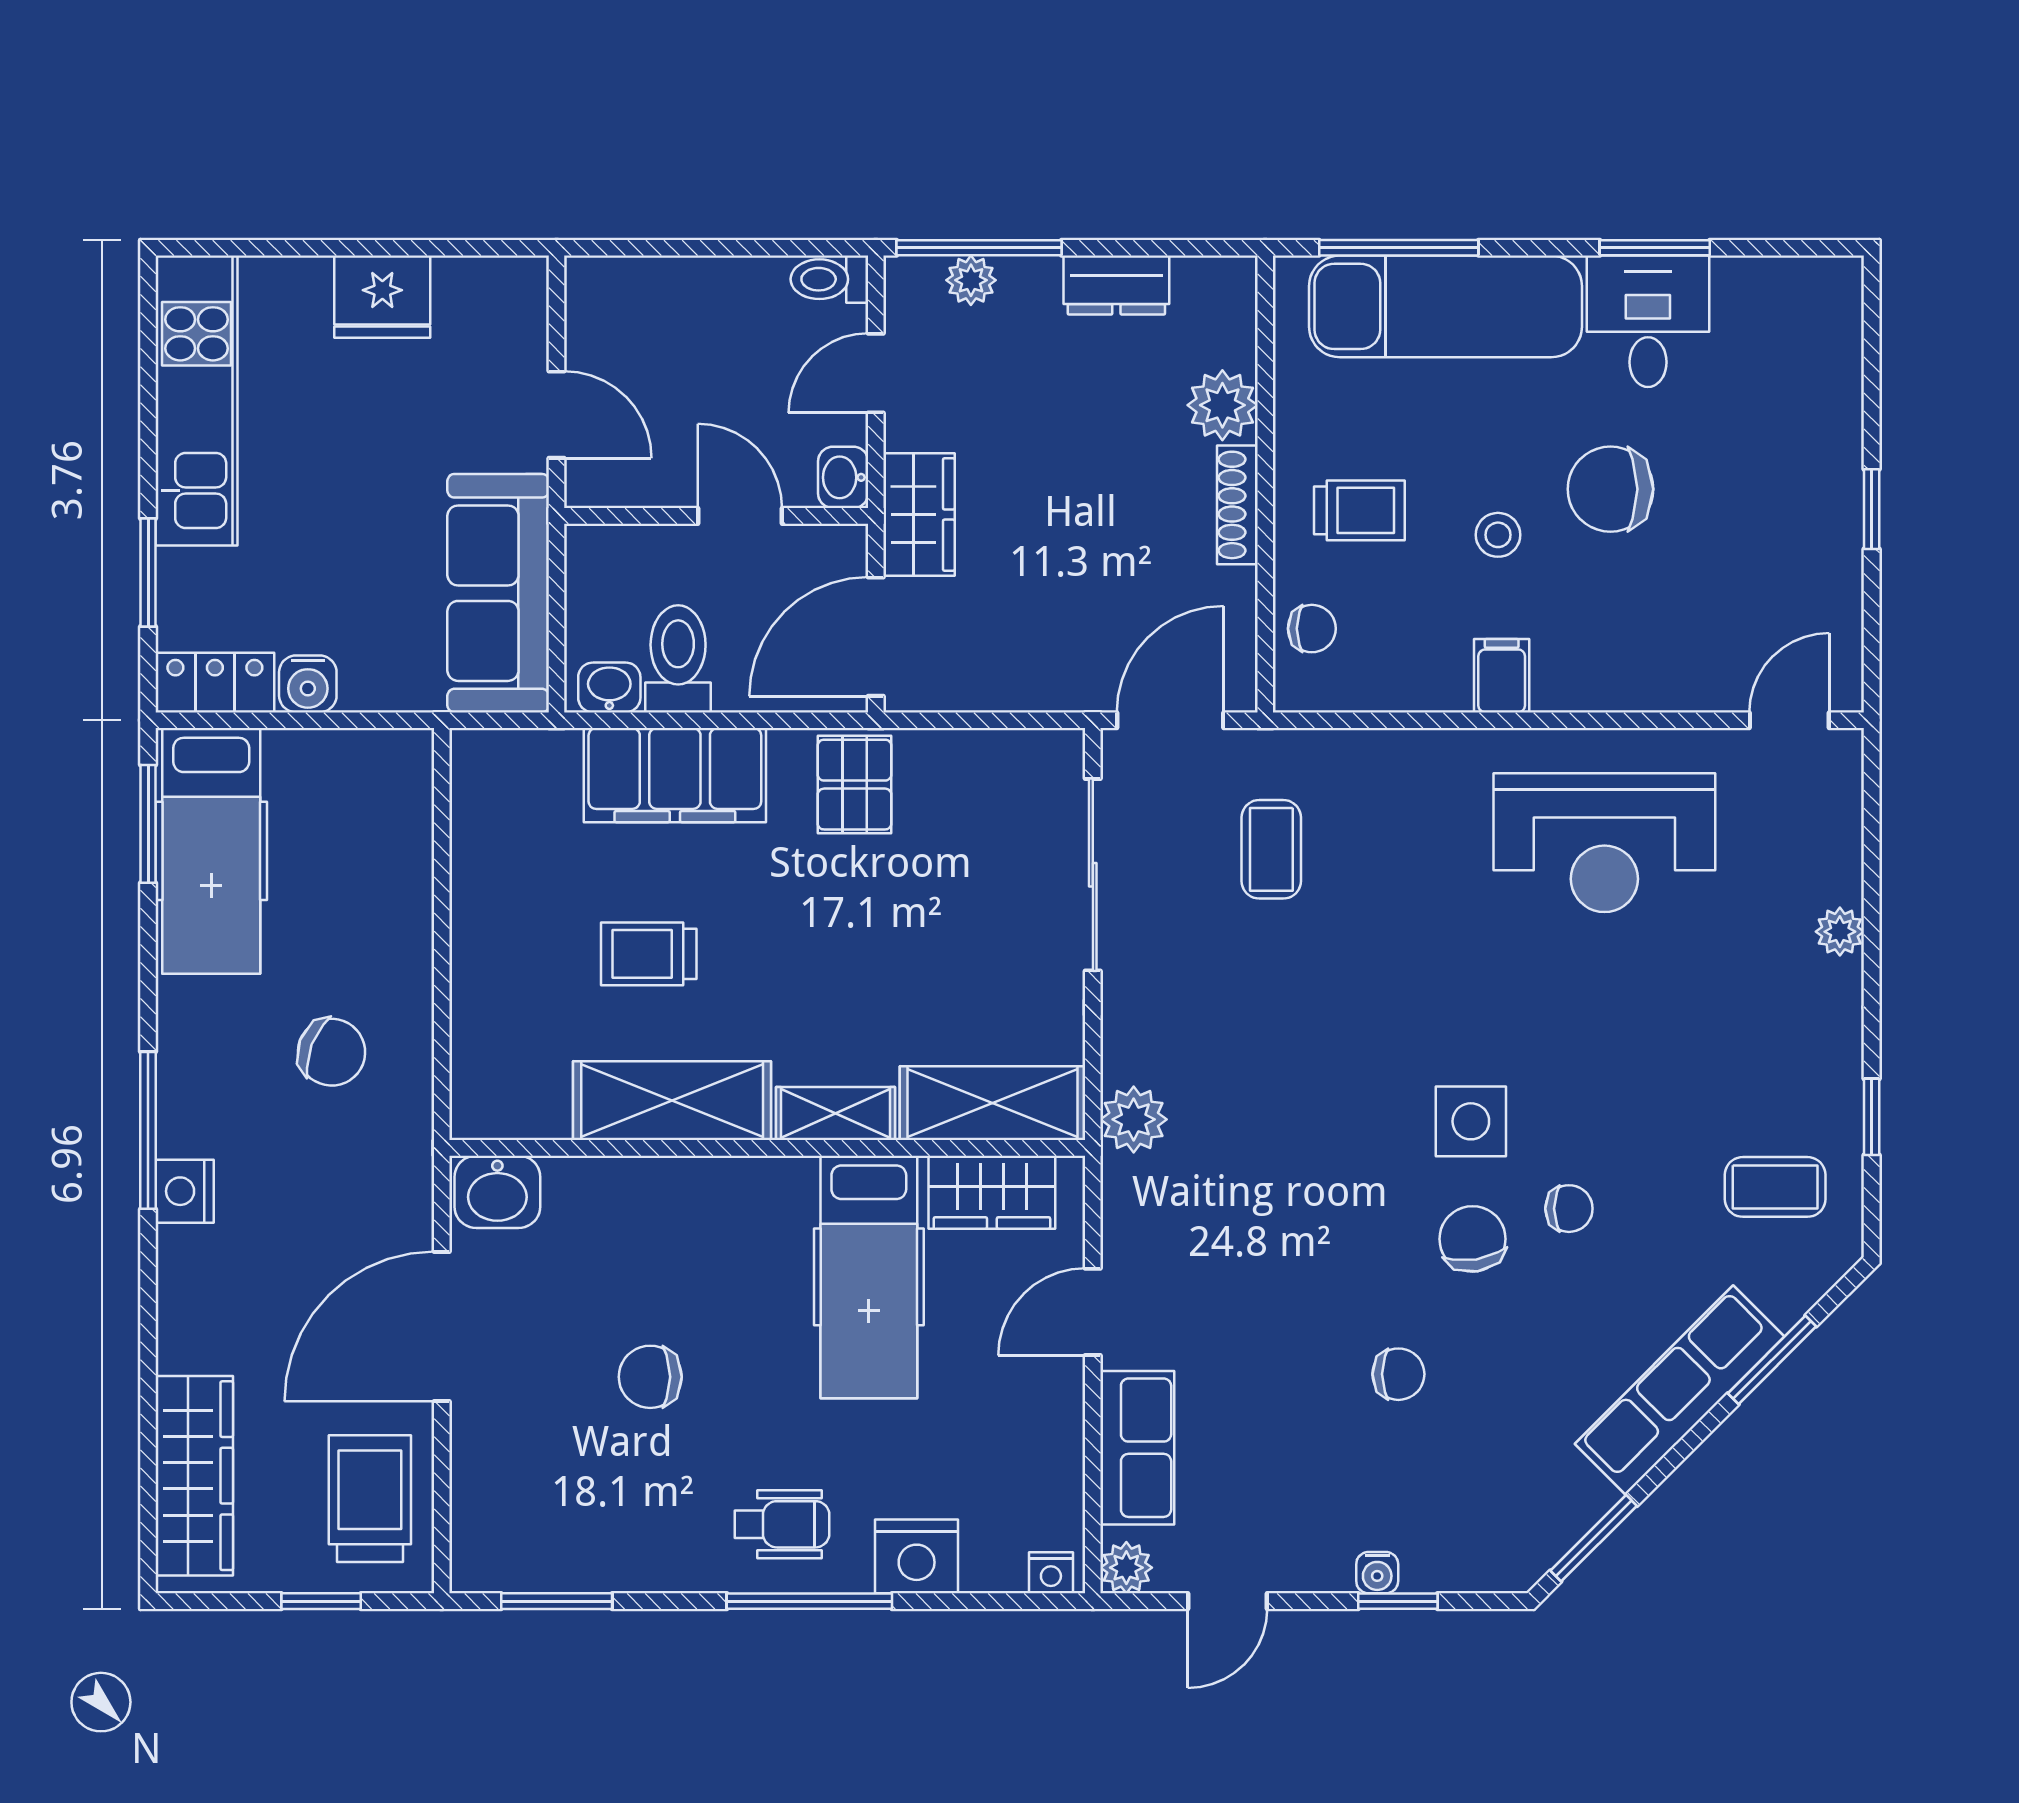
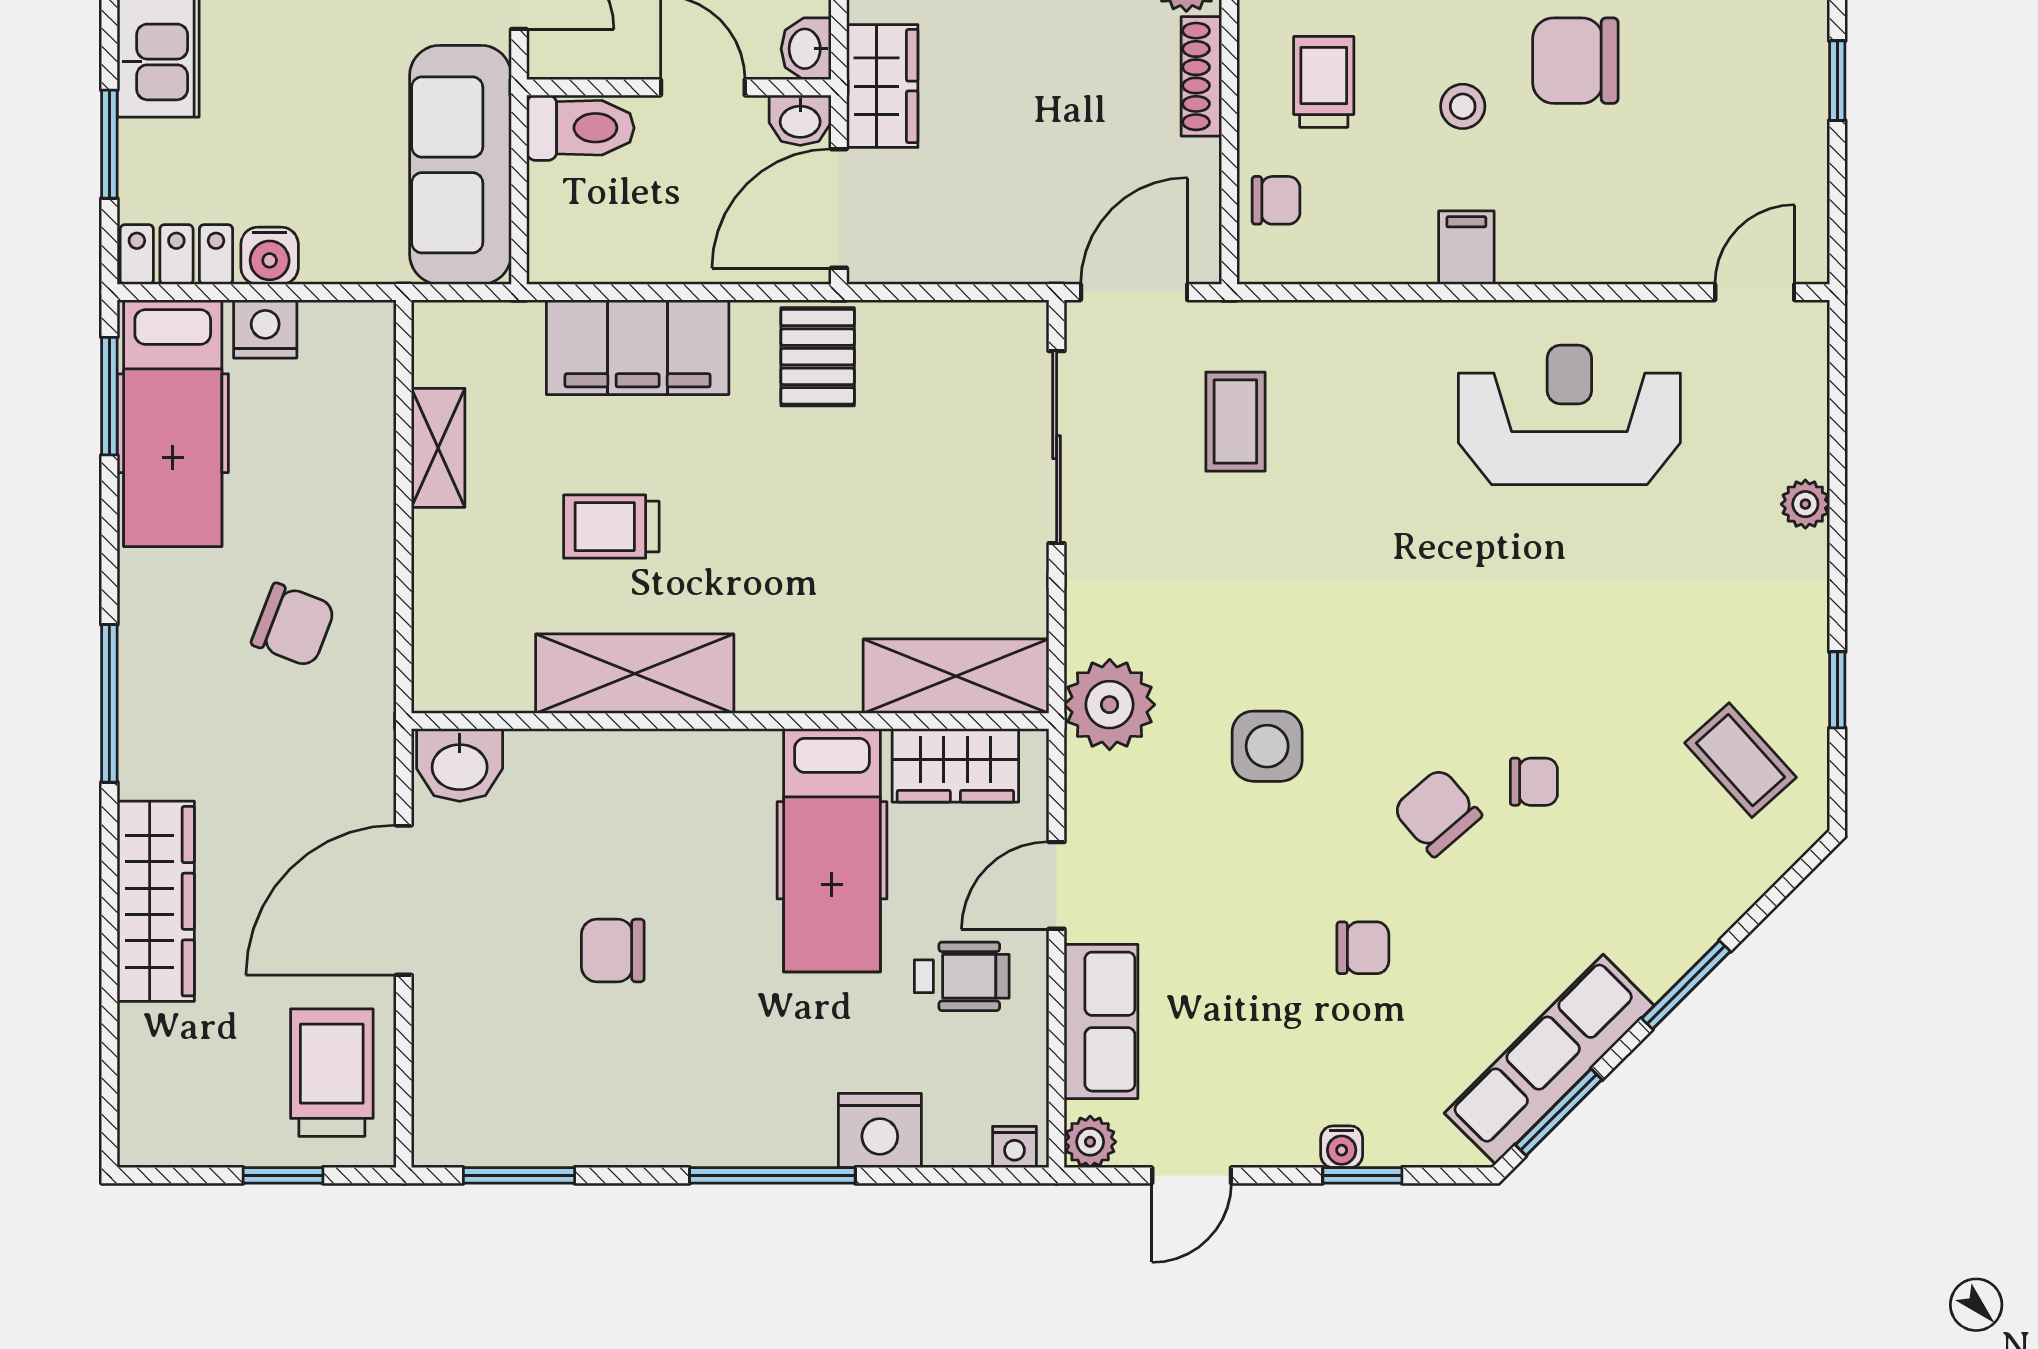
trolley: (1359, 510) -> (1324, 82), turned -90
toilet: (678, 659) -> (580, 128), moved, turned 90
washbasin: (609, 687) -> (800, 120), moved, turned 180
reception desk: (1604, 843) -> (1569, 415), turned 180
shelving: (835, 1114) -> (438, 448), moved, turned 90
plant: (1134, 1119) -> (1110, 705), width x1.36, depth x1.36
side table: (1471, 1121) -> (1267, 746), moved
coffee table: (1775, 1187) -> (1740, 760), turned 48
nightstand: (185, 1191) -> (265, 329), moved, turned 90
chair: (1473, 1239) -> (1437, 812), turned -32
window: (1772, 1360) -> (1686, 985), moved
row of seats: (1680, 1390) -> (1549, 1059), moved
wardrobe: (194, 1476) -> (156, 901), moved
wheelchair: (782, 1524) -> (962, 976), moved

